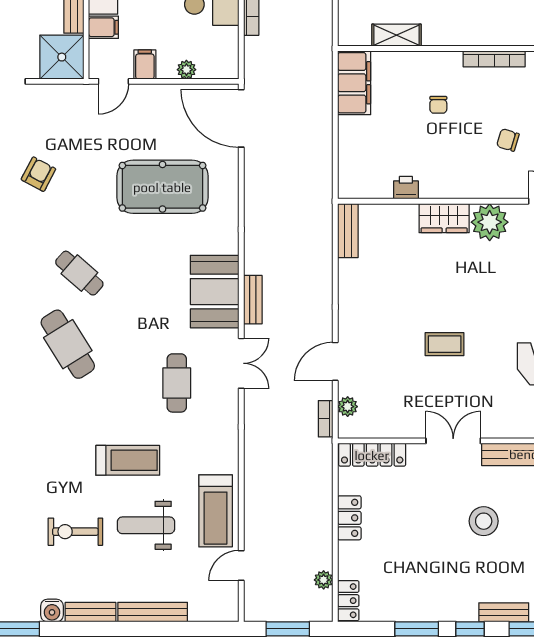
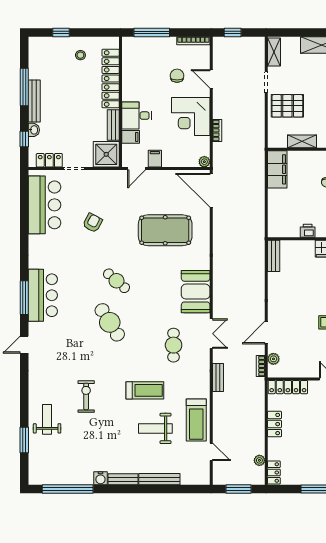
plant: (186, 70) -> (204, 162), moved
bench: (253, 300) -> (218, 377), moved
exercise bike: (75, 532) -> (86, 396), moved, turned 90
door: (241, 565) -> (211, 452), swing flipped

